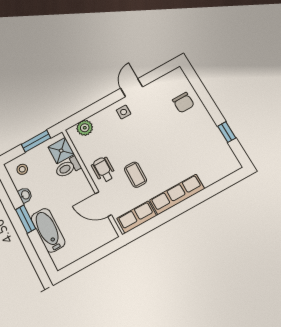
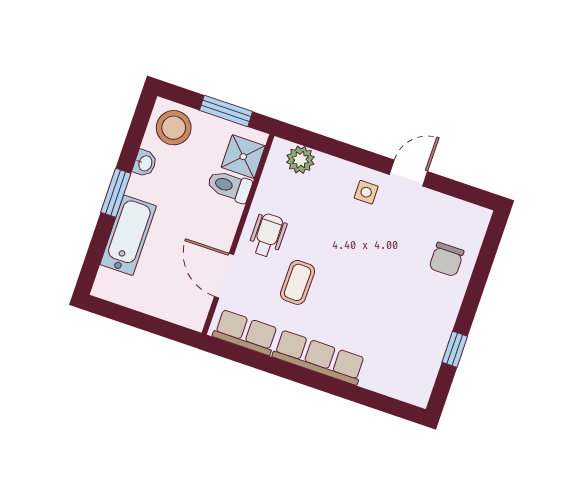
stool: (22, 169) -> (174, 128), width x1.89, depth x1.89

